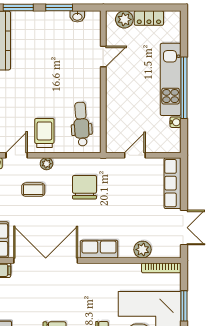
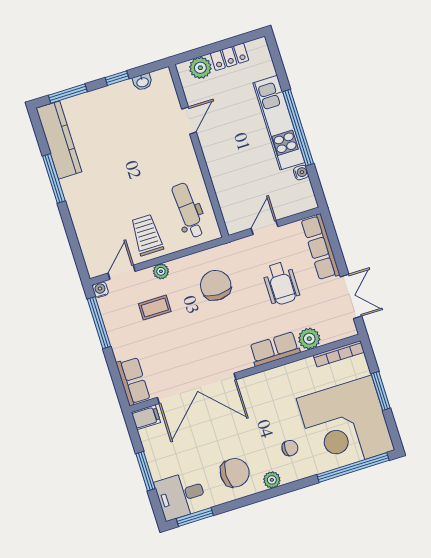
window: (59, 8) -> (117, 78), width x0.67
wheelchair: (134, 201) -> (281, 283), added
row of seats: (99, 249) -> (275, 349), moved
double door: (46, 261) -> (197, 388), swing flipped

